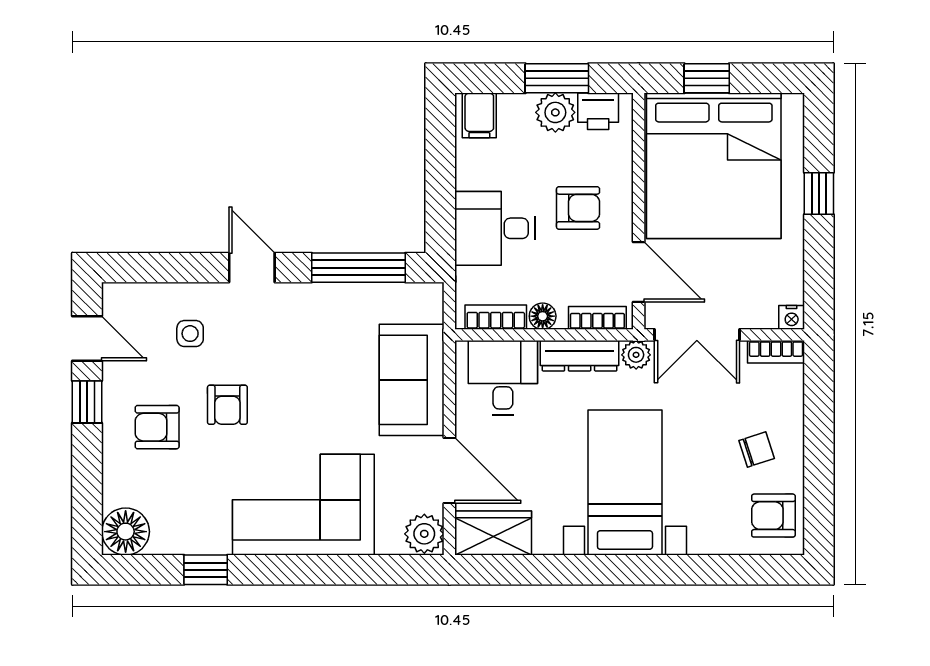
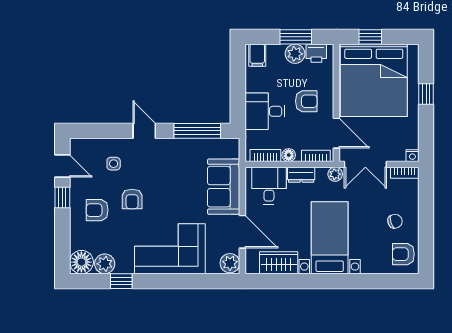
dresser: (580, 356) -> (301, 175), width x0.70
wardrobe: (493, 533) -> (279, 263), moved
plant: (172, 535) -> (105, 264), added

